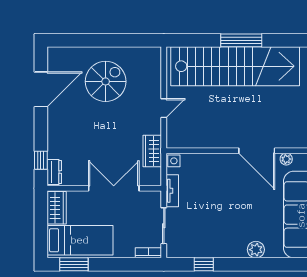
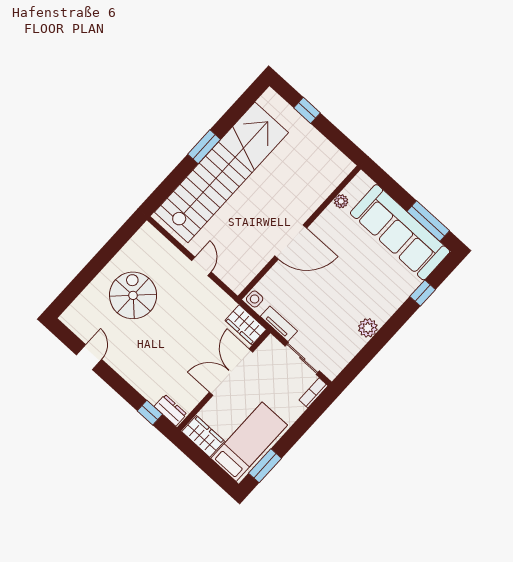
window: (241, 40) -> (204, 147), width x0.69
door: (41, 89) -> (89, 357), width x0.53
wardrobe: (152, 151) -> (246, 325), moved
door: (257, 151) -> (291, 242), moved
plant: (256, 250) -> (368, 328), moved
window: (204, 264) -> (423, 293), moved

